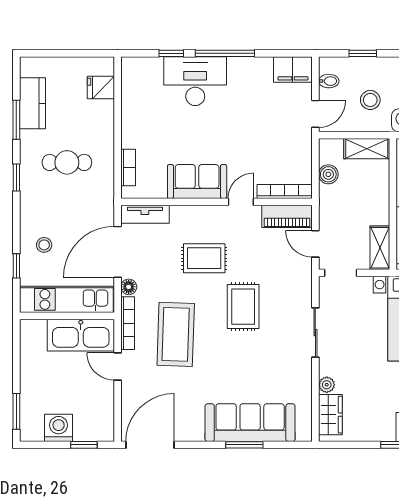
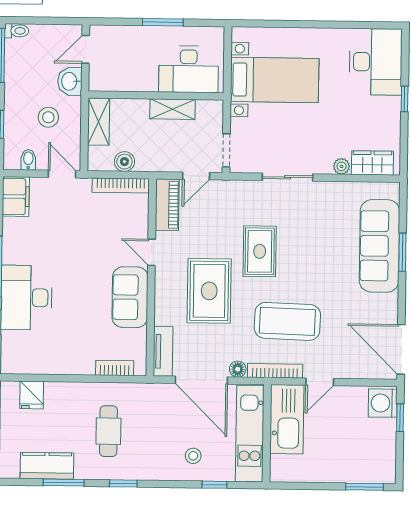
bookcase: (285, 192) -> (121, 185), moved, turned -90
shelving: (380, 248) -> (173, 109), moved
rug: (204, 258) -> (209, 291), width x1.36, depth x1.43
rug: (243, 307) -> (260, 251), turned 90
washing machine: (59, 428) -> (383, 403), moved

